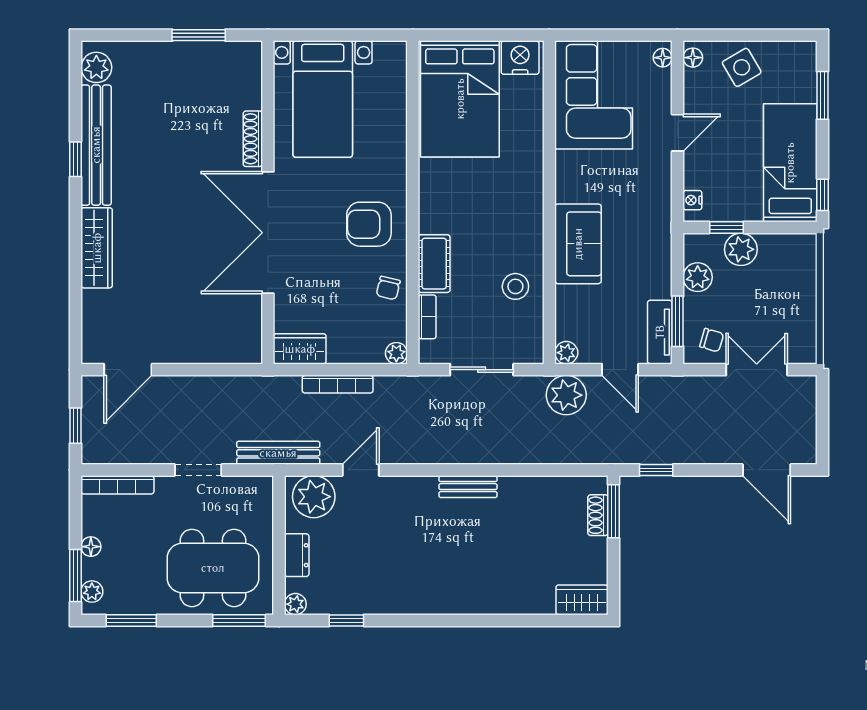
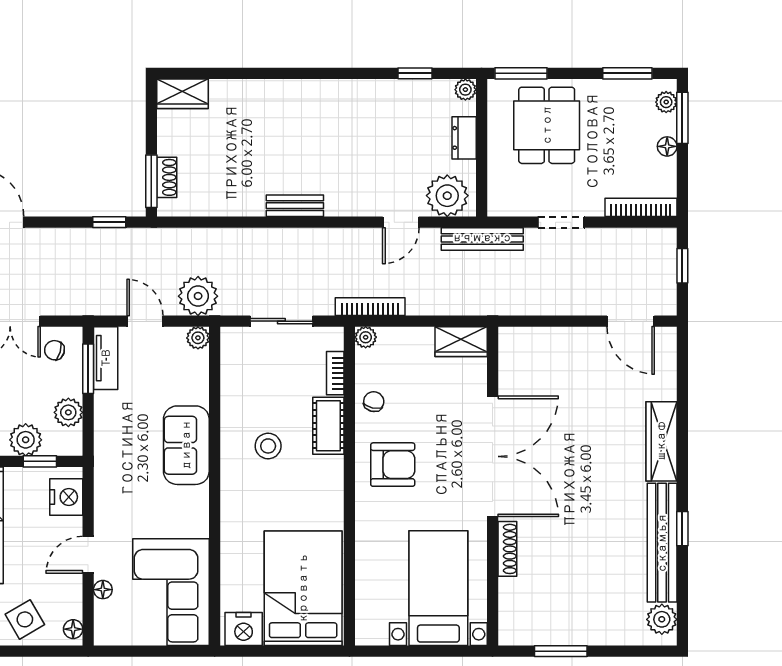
floor lamp: (663, 58) -> (103, 590), moved
nightstand: (692, 200) -> (66, 497), width x1.89, depth x1.79
stool: (515, 286) -> (268, 446), moved
door: (128, 370) -> (631, 321), swing flipped
bookcase: (338, 384) -> (370, 307), moved
dining table: (213, 568) -> (547, 125), width x0.73

